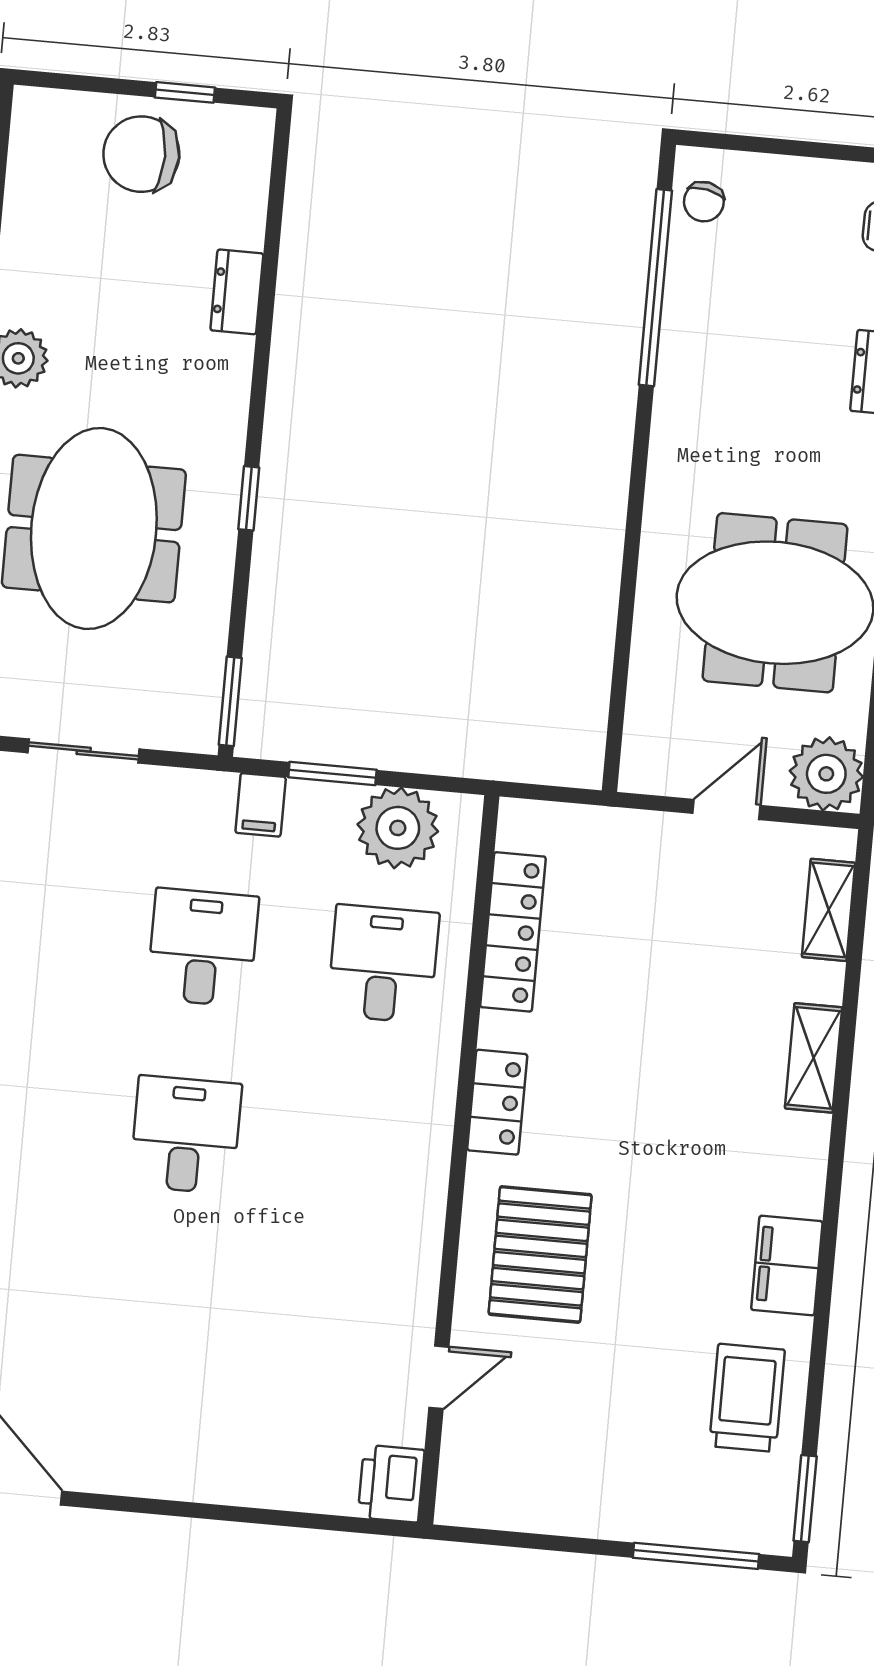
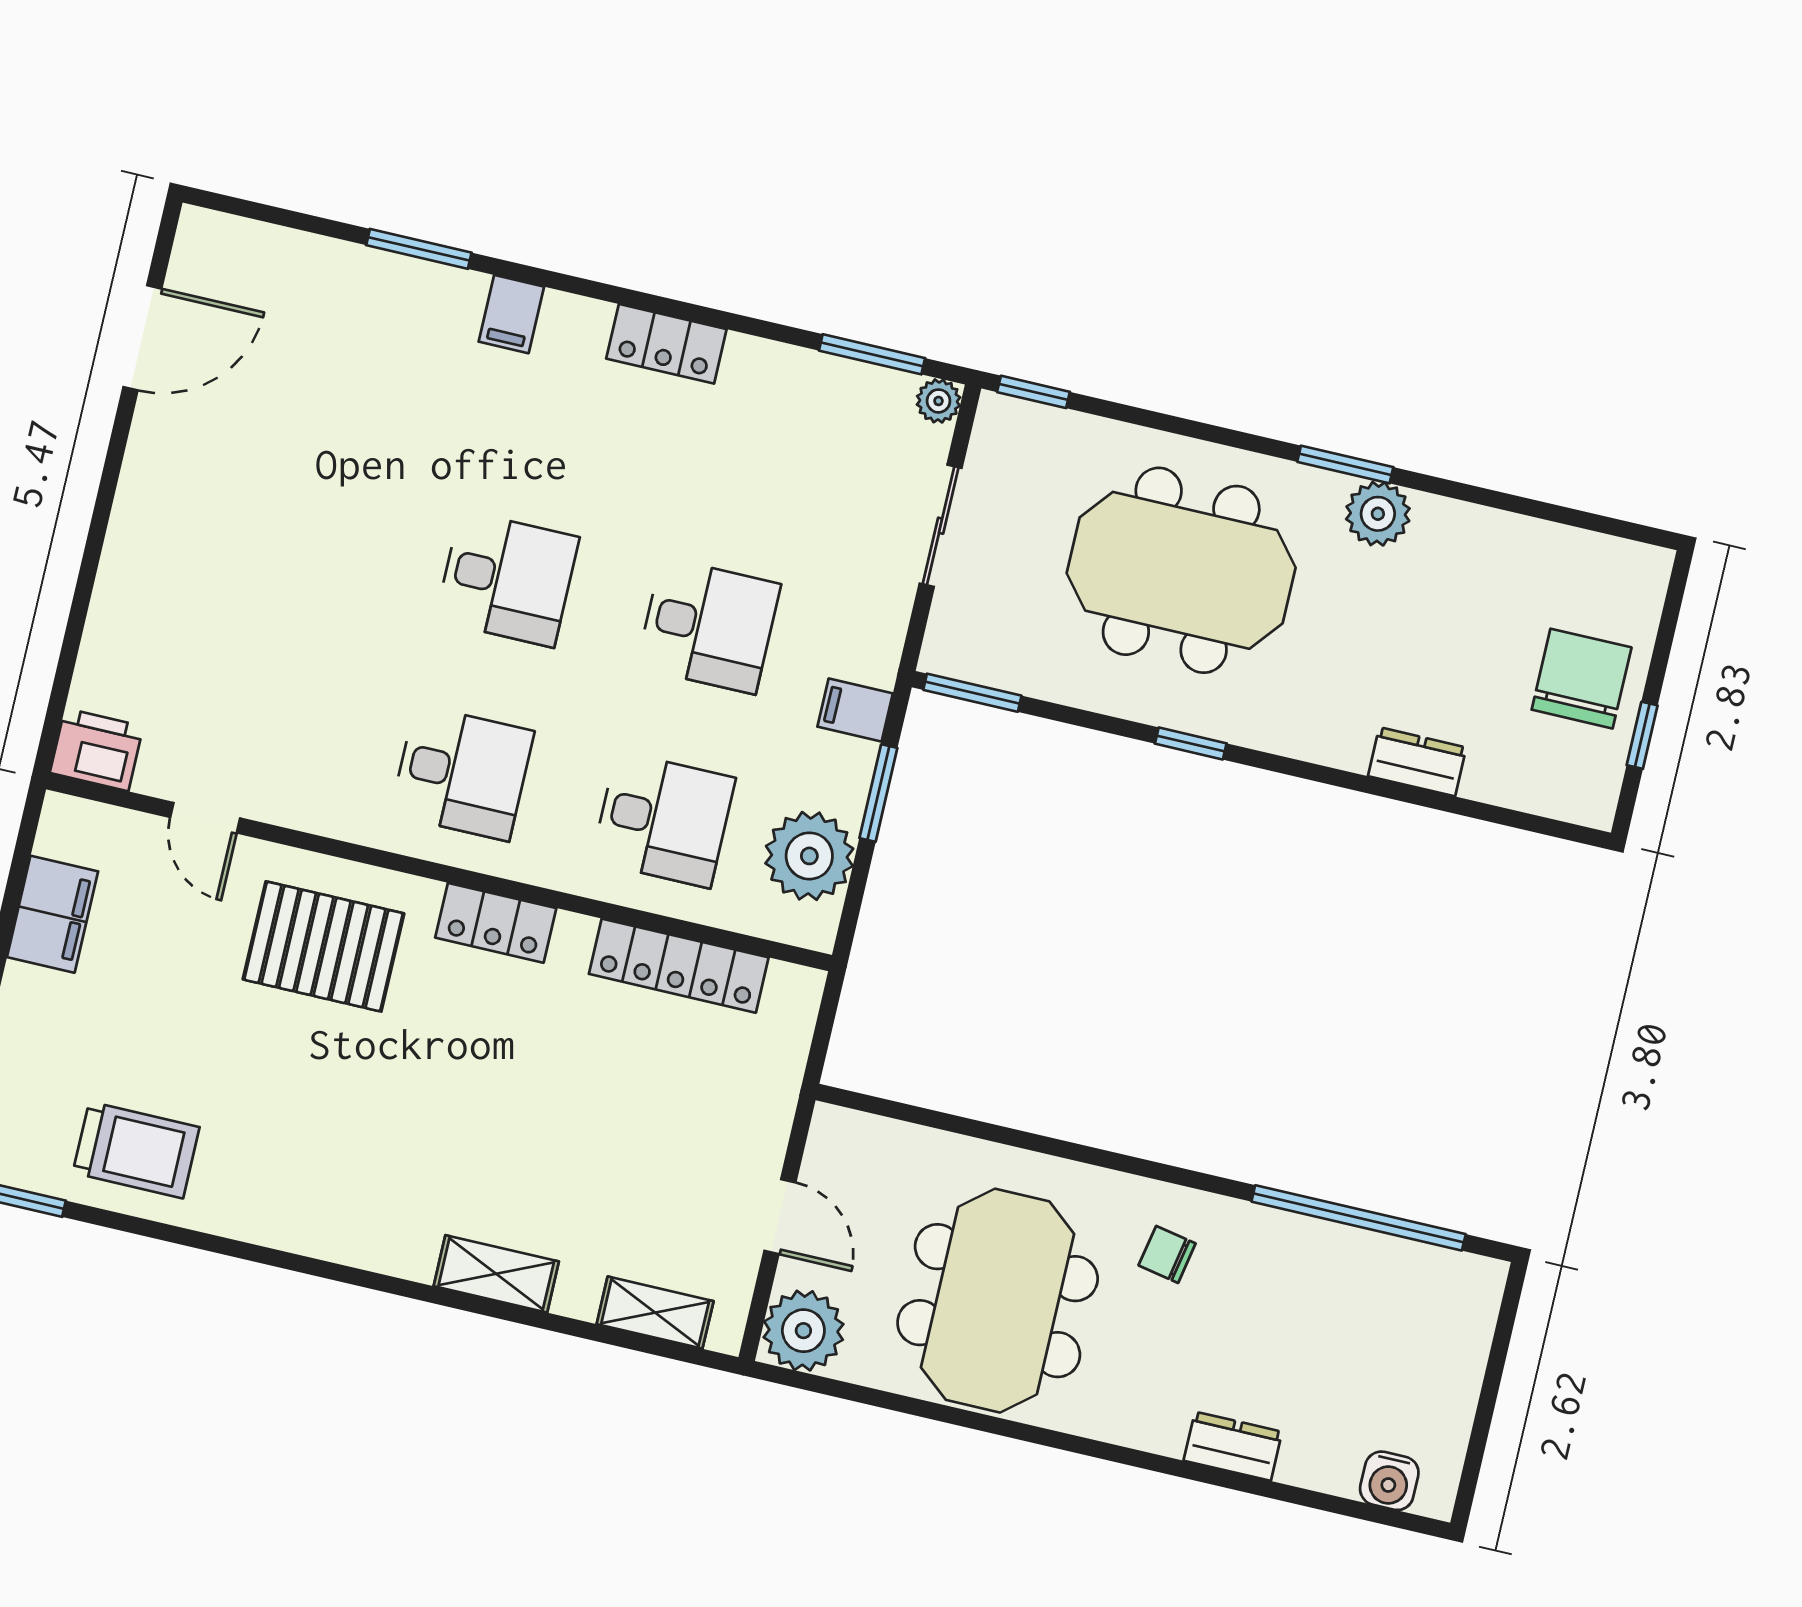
chair: (704, 202) -> (1167, 1254), moved
desk: (366, 1151) -> (462, 773), added
filing cabinet: (787, 1266) -> (53, 914), moved, turned 90

